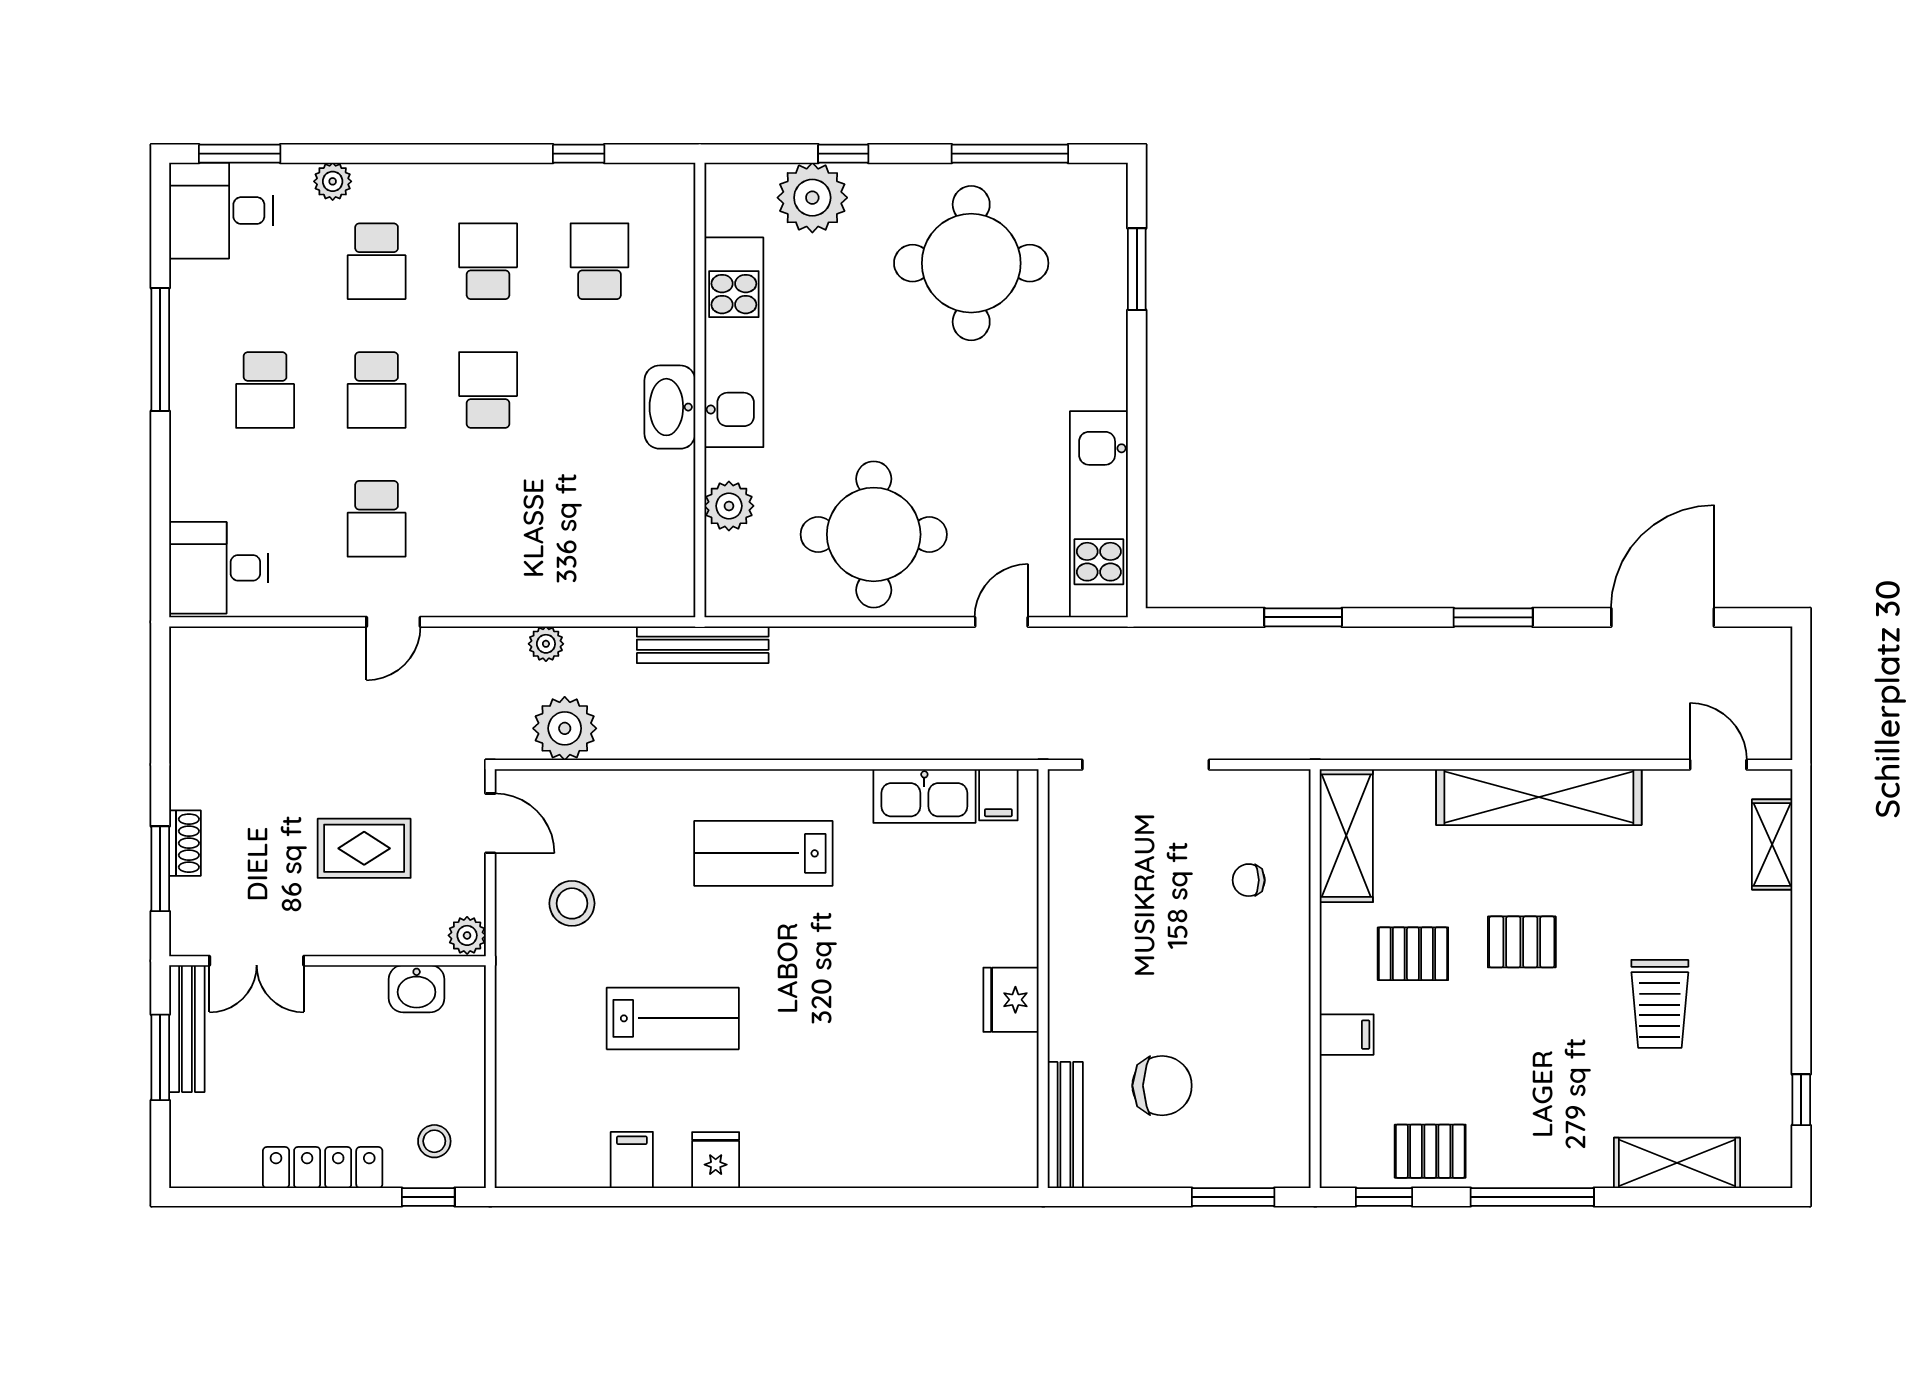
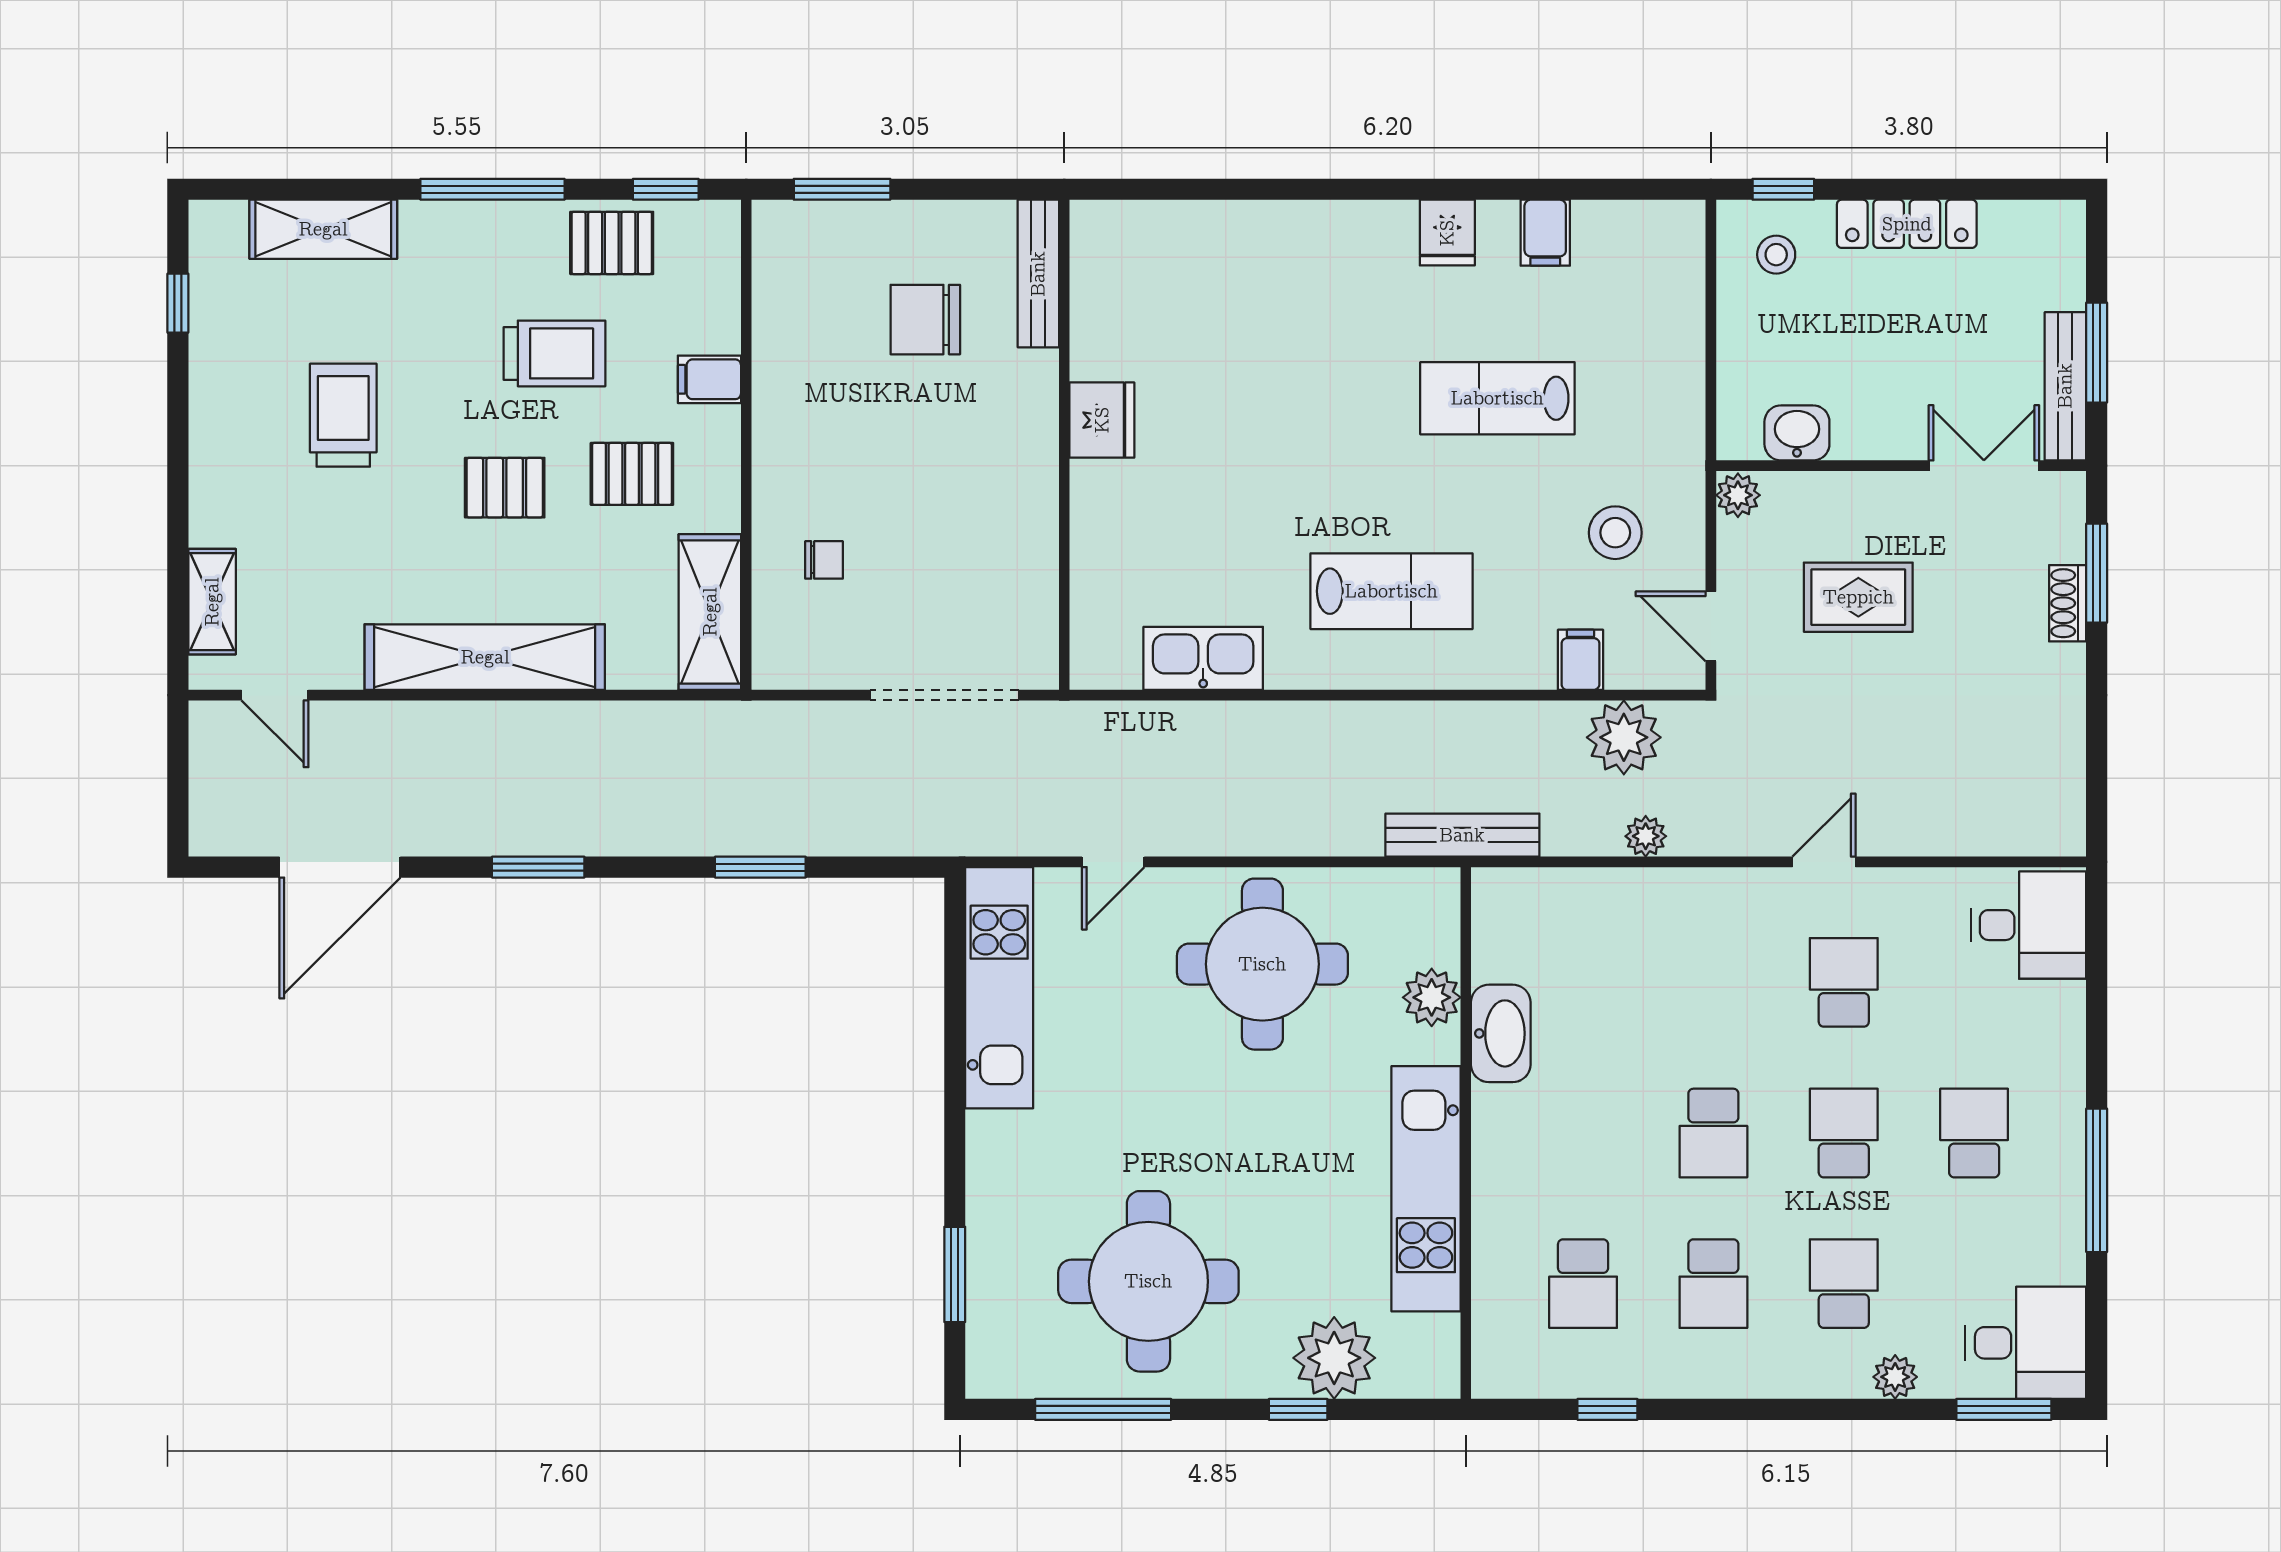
washbasin: (670, 407) -> (1501, 1033), moved
filing cabinet: (998, 795) -> (1580, 660), moved
trolley: (1479, 1057) -> (554, 353), added

